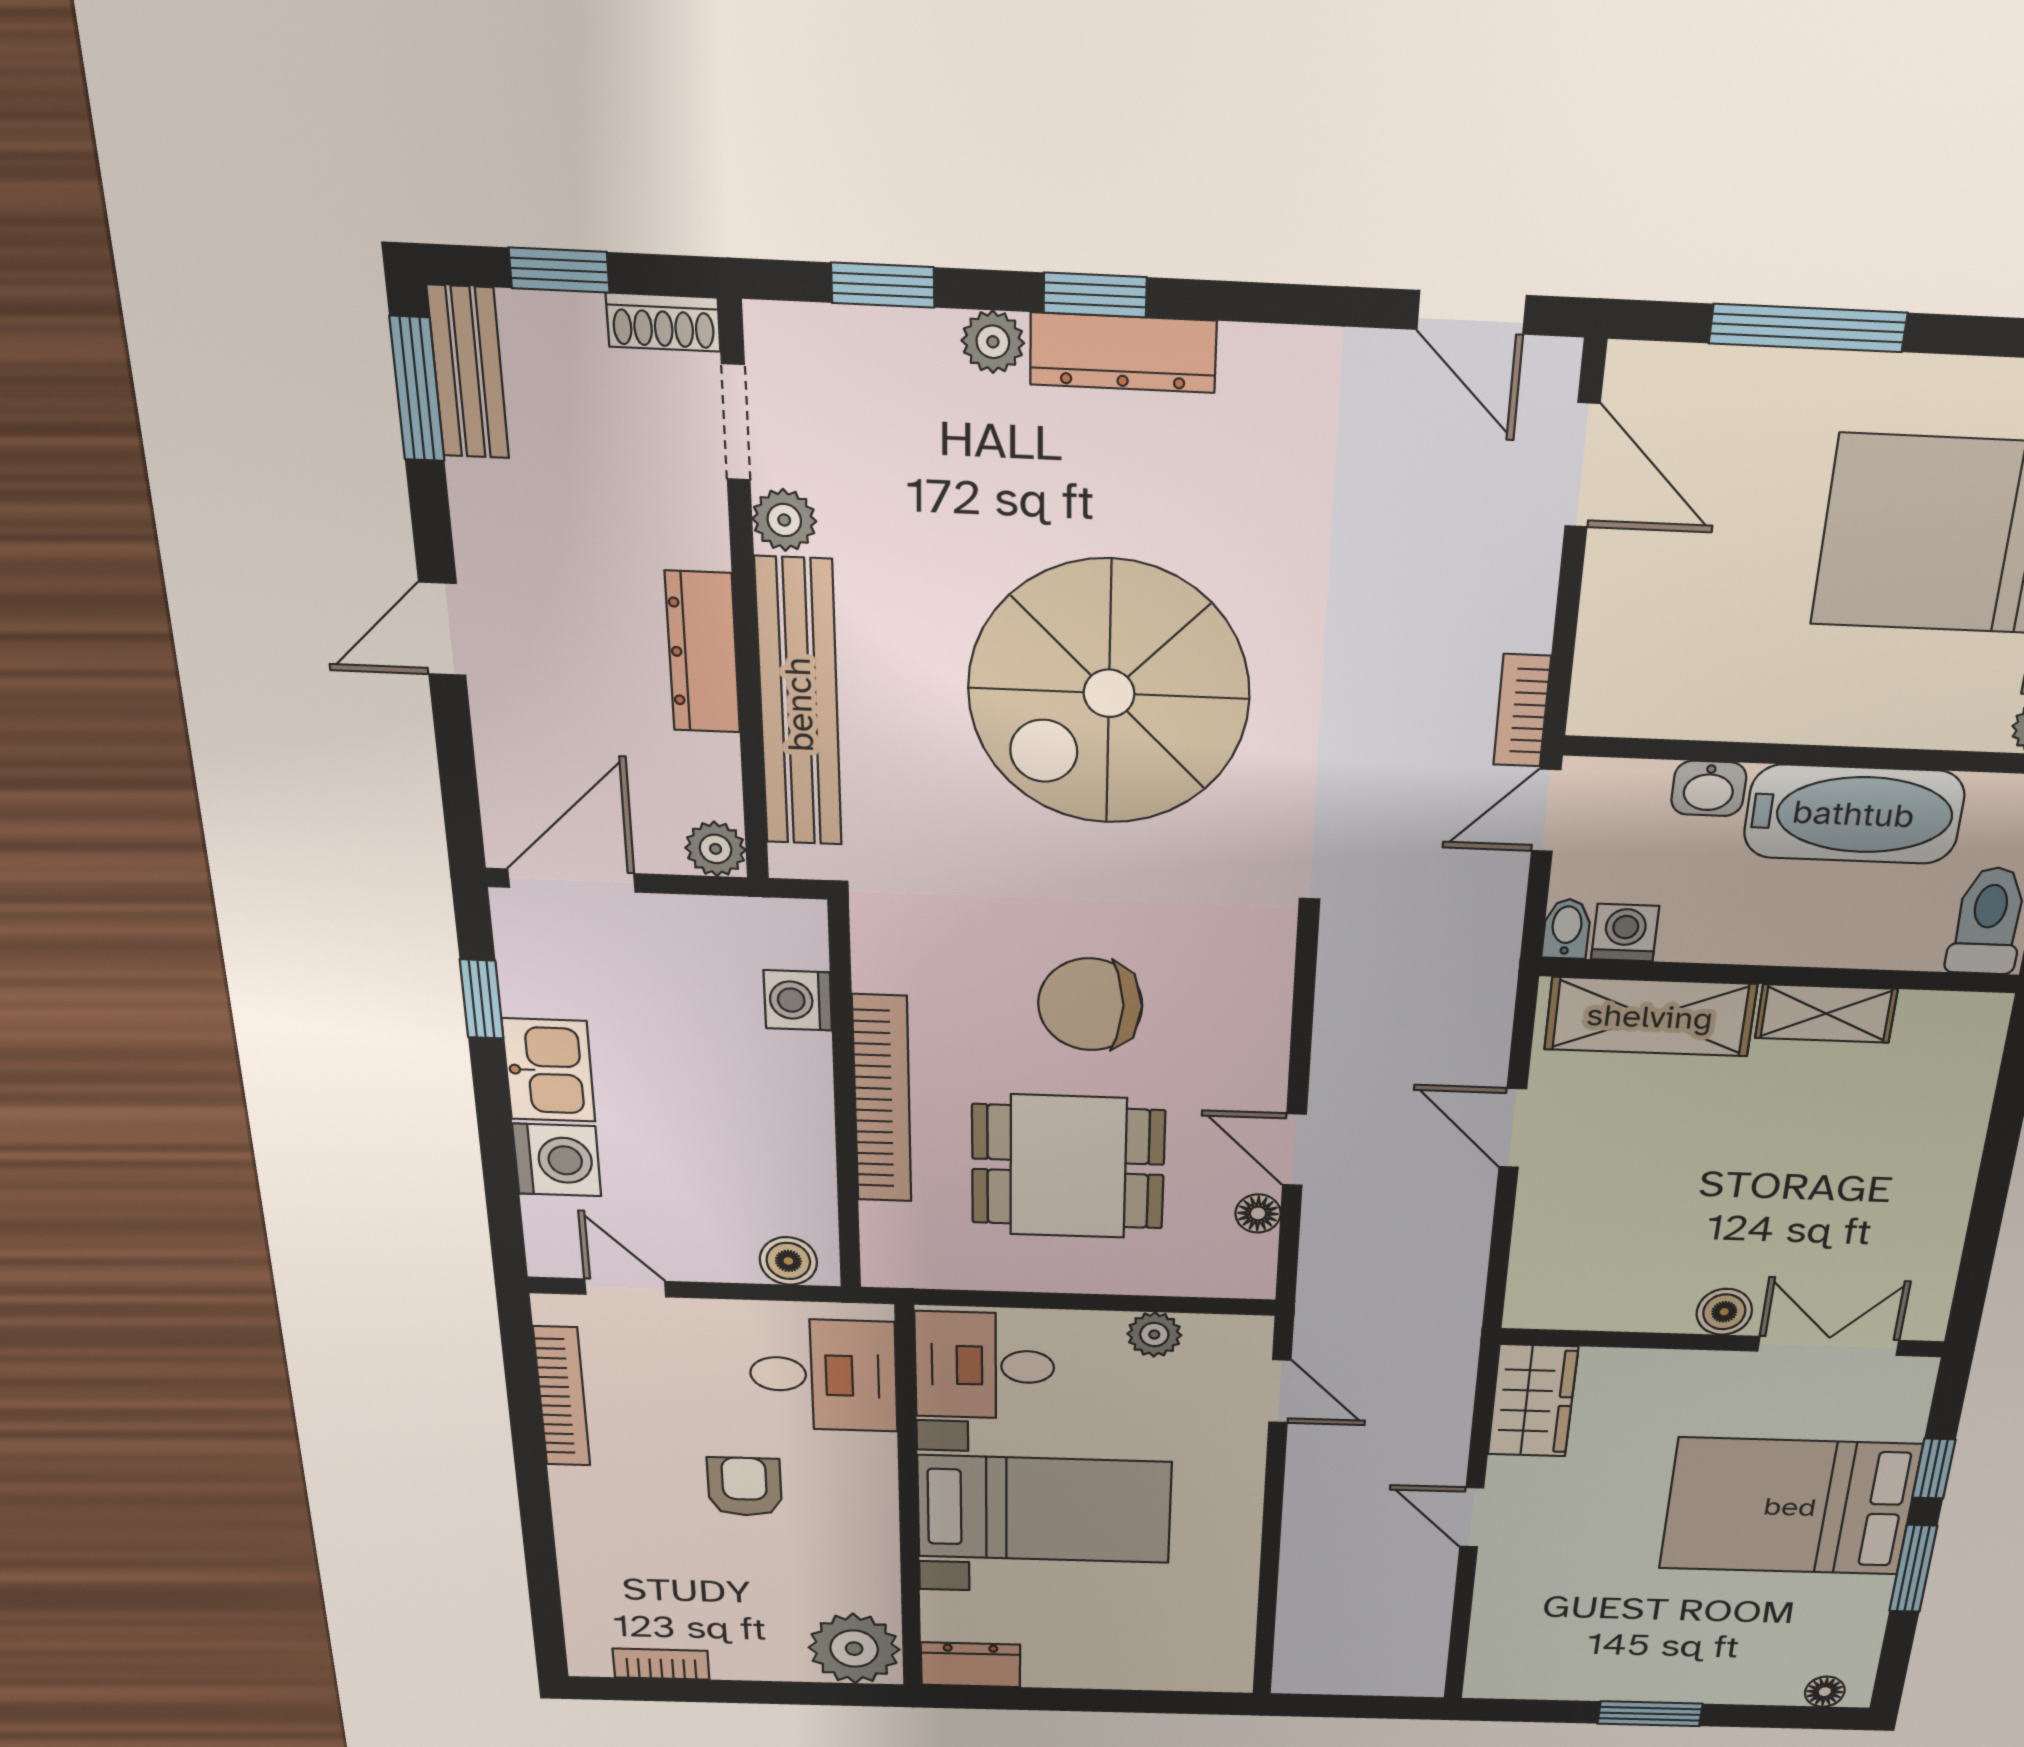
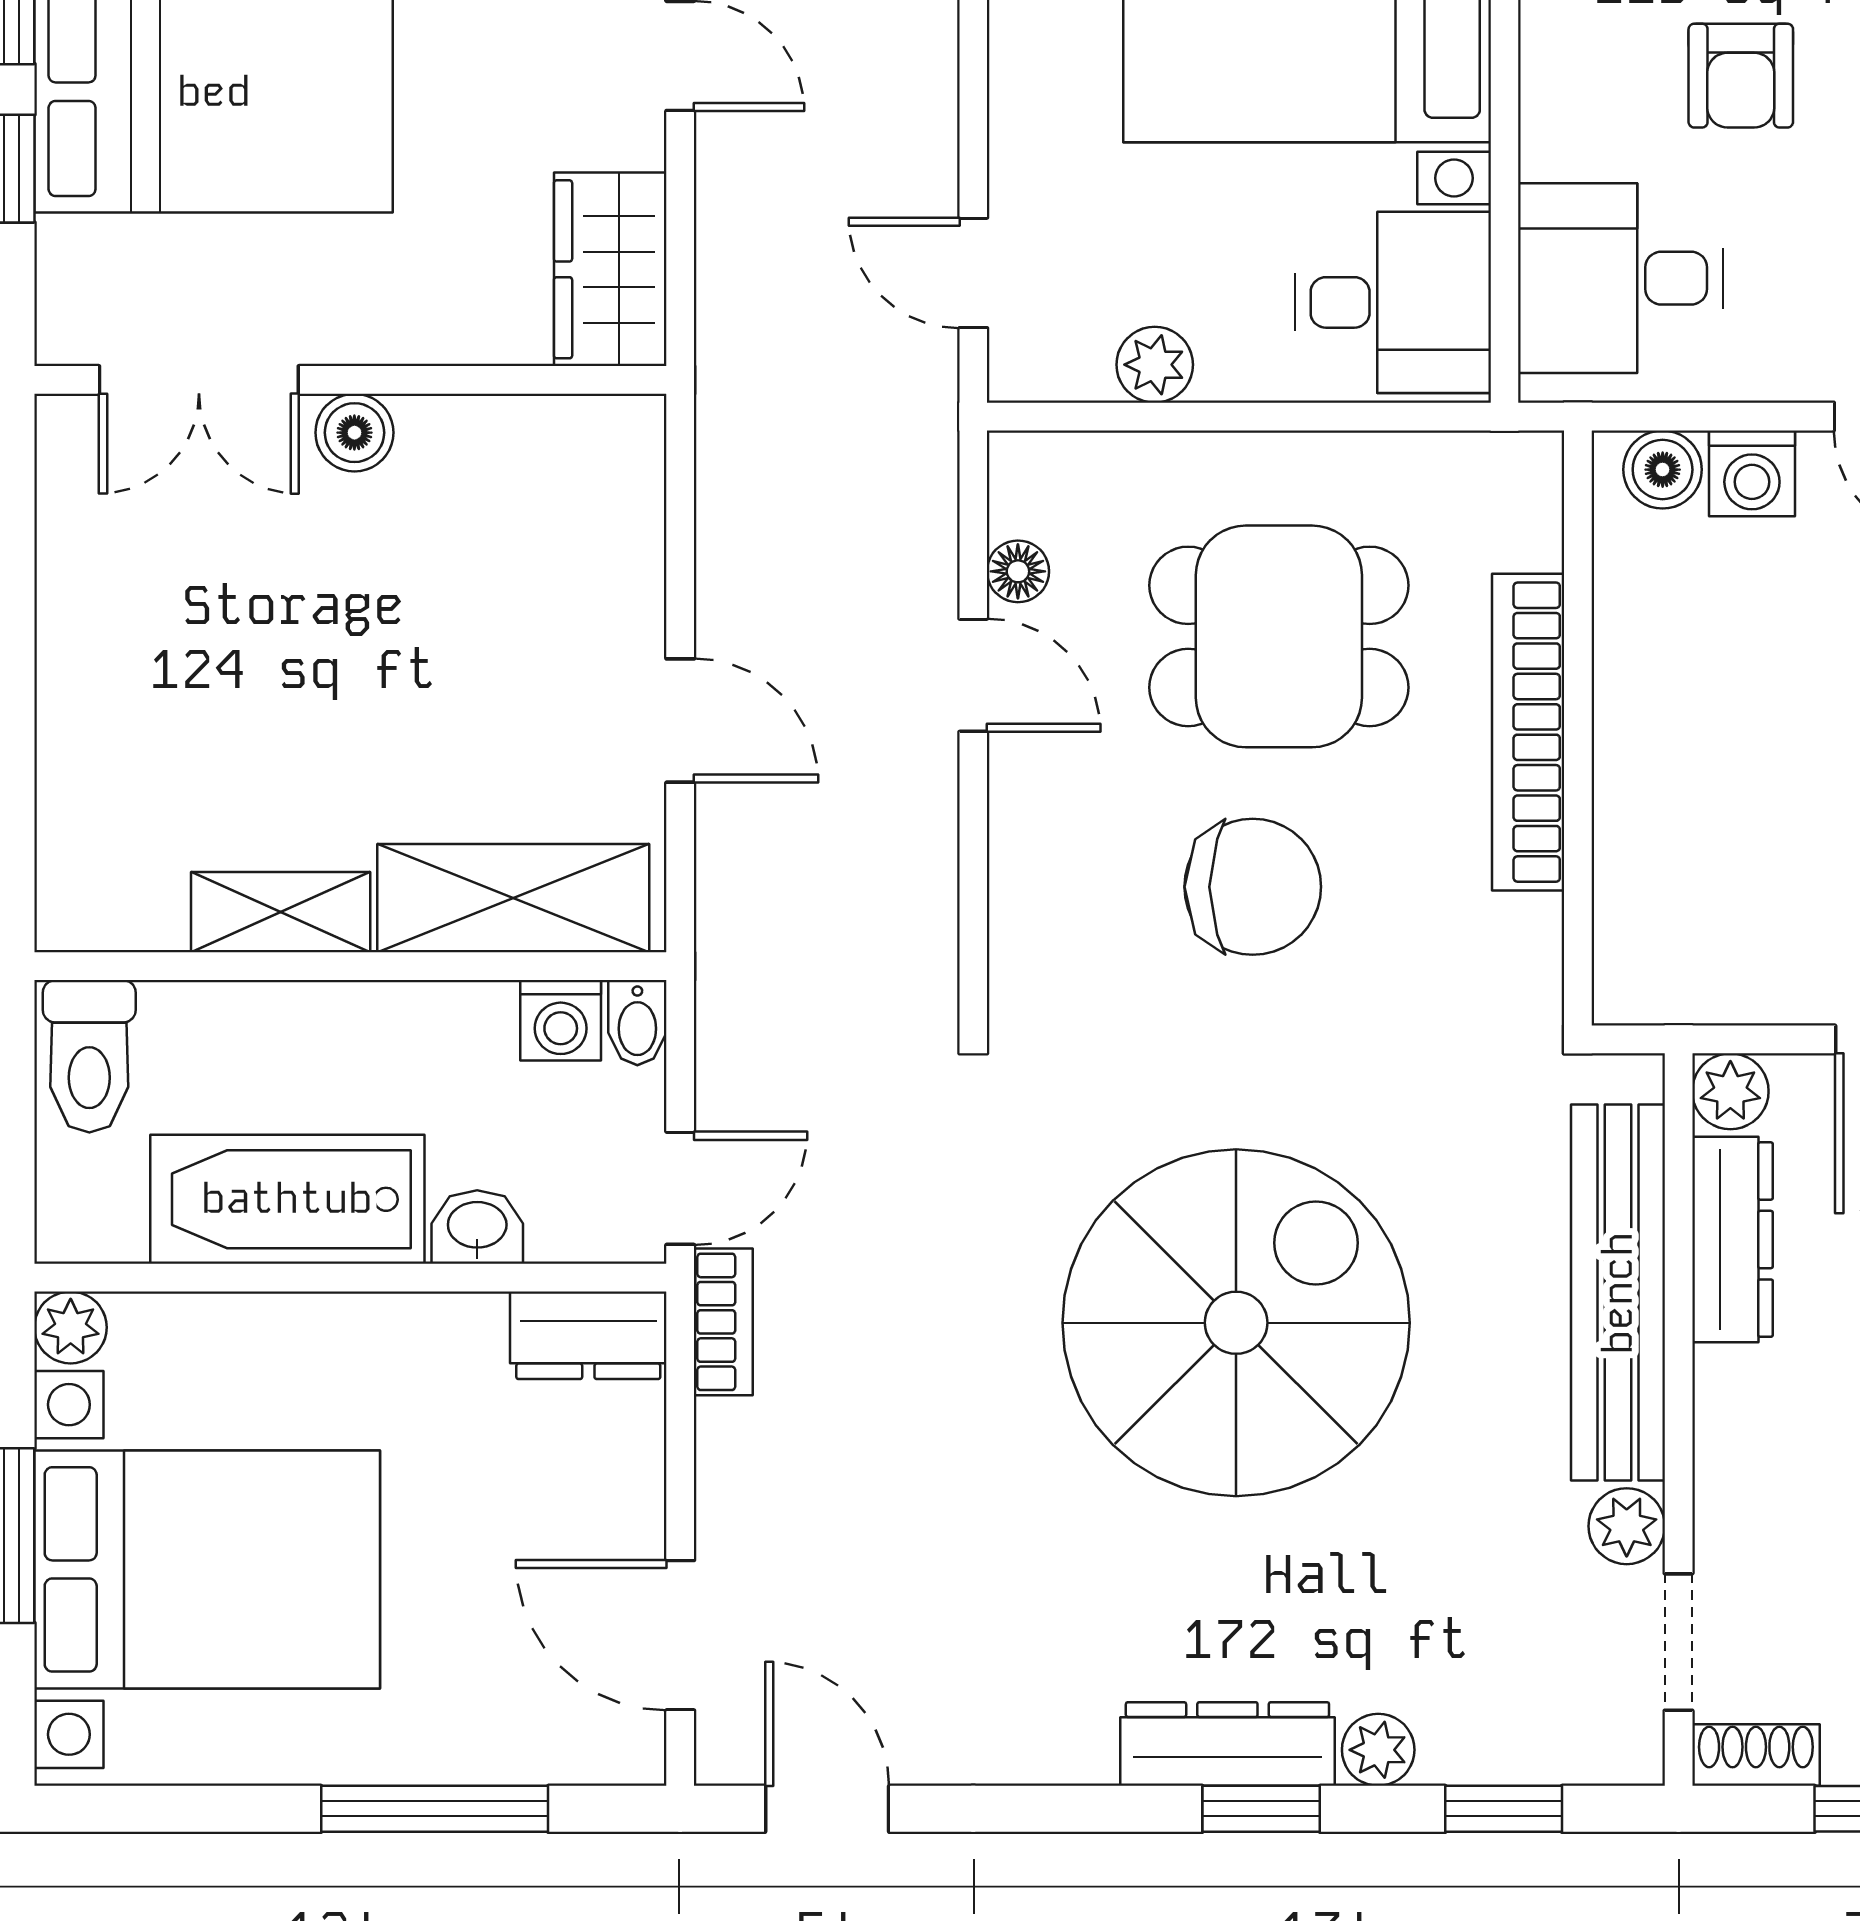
dresser: (703, 652) -> (1733, 1240), moved
dresser: (1631, 705) -> (588, 1335), added
washing machine: (798, 1000) -> (1752, 473), moved, turned 90

